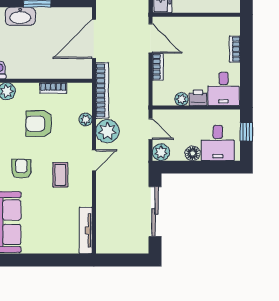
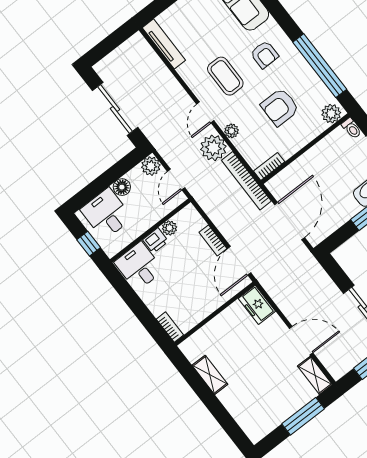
door: (151, 38) -> (239, 261), hinge flipped
bookcase: (235, 49) -> (170, 327), moved
bookcase: (53, 88) -> (269, 166), moved
plant: (86, 119) -> (232, 131), moved
armchair: (39, 124) -> (280, 107), turned 180
door: (151, 129) -> (176, 180), hinge flipped
coffee table: (60, 175) -> (225, 76), width x1.36, depth x1.30

